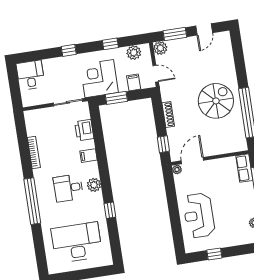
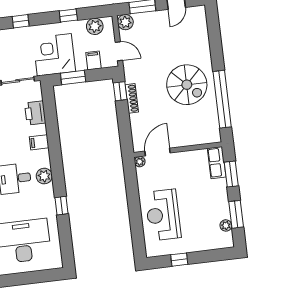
spiral stairs: (216, 101) -> (187, 85), turned 90
window: (163, 144) -> (120, 91), moved

